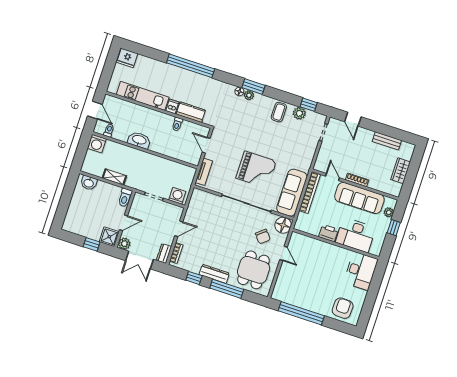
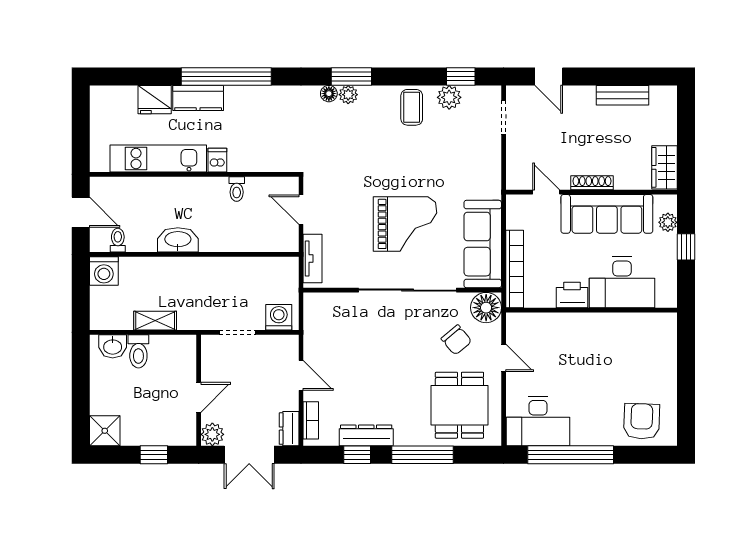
fridge: (127, 58) -> (155, 100), moved
kitchen counter: (191, 112) -> (198, 98), moved, turned 180
wardrobe: (401, 171) -> (664, 167), moved
bookcase: (310, 192) -> (515, 269), moved
toilet: (125, 198) -> (138, 351), moved
door: (179, 229) -> (301, 375), hinge flipped
shower: (109, 237) -> (105, 431), moved
desk: (361, 271) -> (538, 421), moved, turned 90
dresser: (214, 274) -> (366, 435), moved

